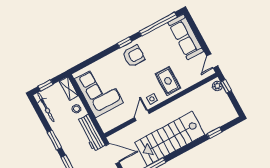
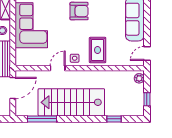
window: (226, 86) -> (147, 99), moved
door: (112, 154) -> (13, 88), hinge flipped

